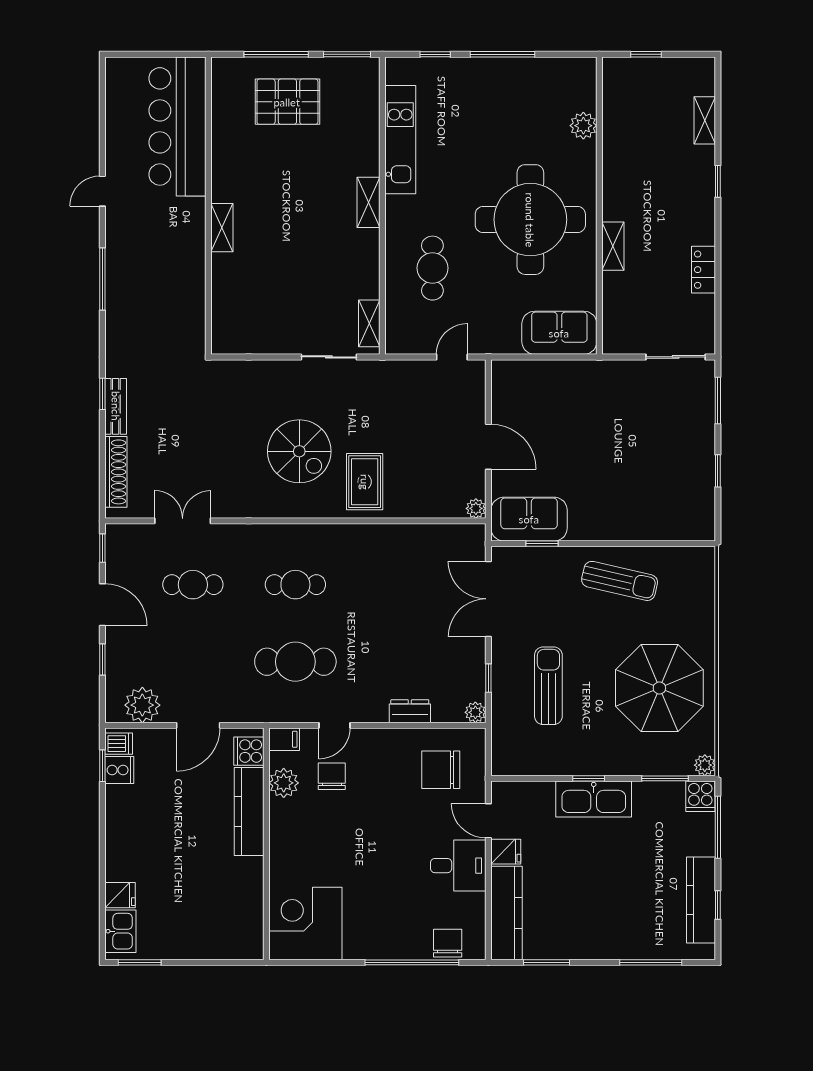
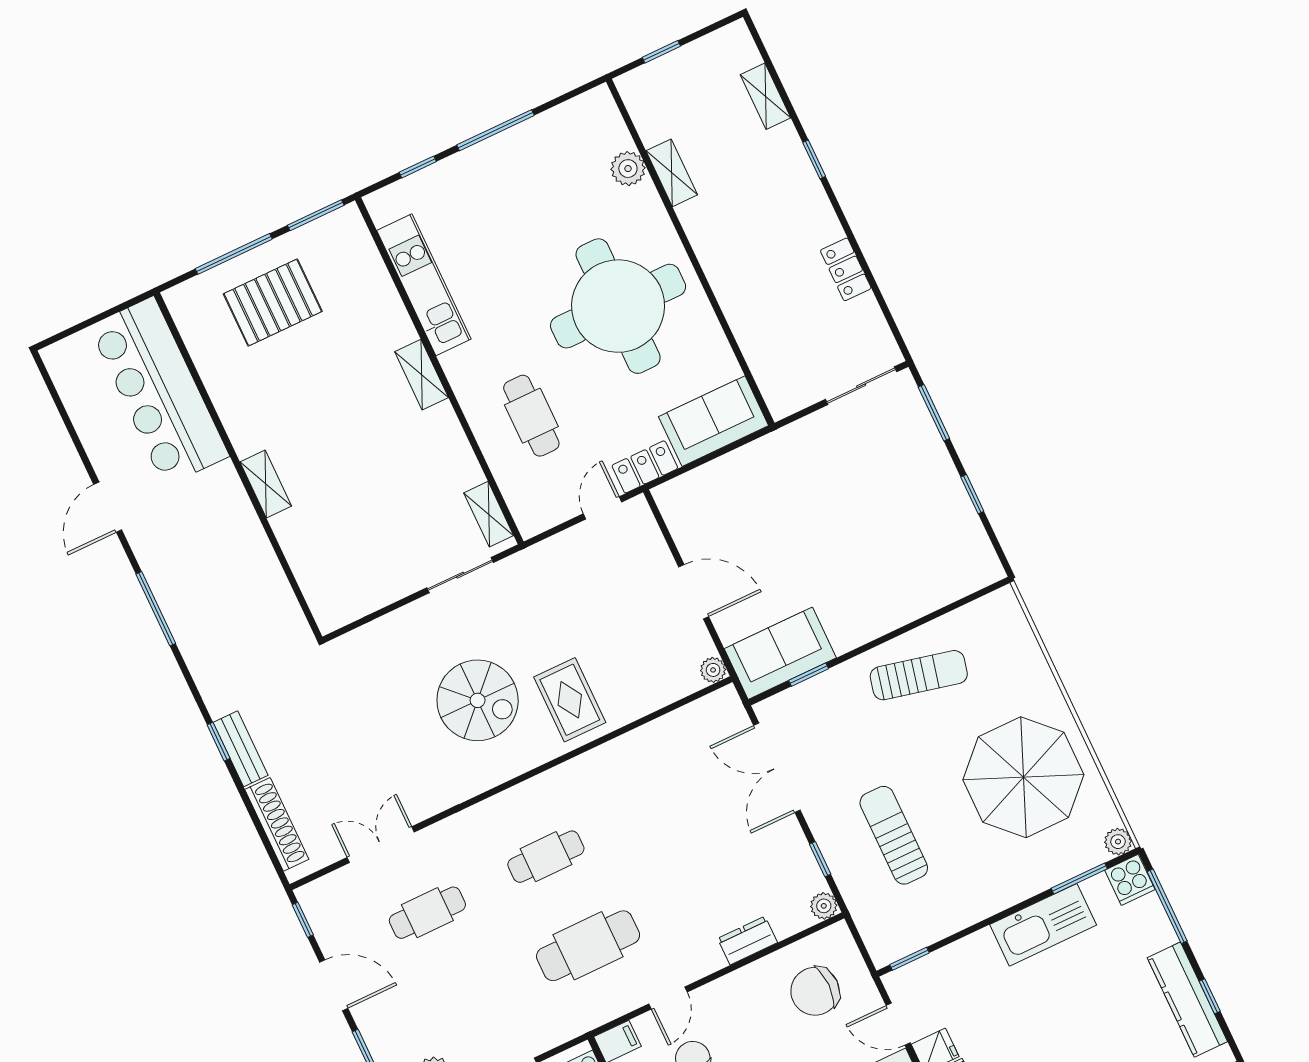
door: (102, 191) -> (108, 507), width x1.38
shelving: (613, 246) -> (672, 173), moved
locker: (496, 342) -> (645, 467), added
window: (589, 778) -> (909, 959), moved
kitchen sink: (594, 799) -> (1043, 925), moved

